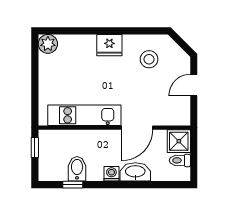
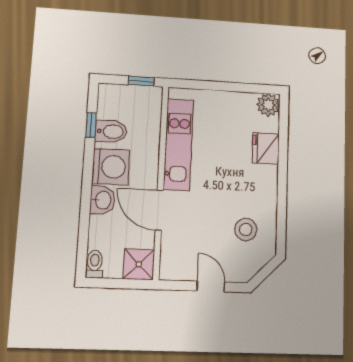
fridge: (109, 45) -> (266, 148), moved
toilet: (180, 160) -> (95, 264), moved
washbasin: (135, 172) -> (102, 200), width x0.72
washing machine: (111, 174) -> (111, 167), width x1.89, depth x1.89

